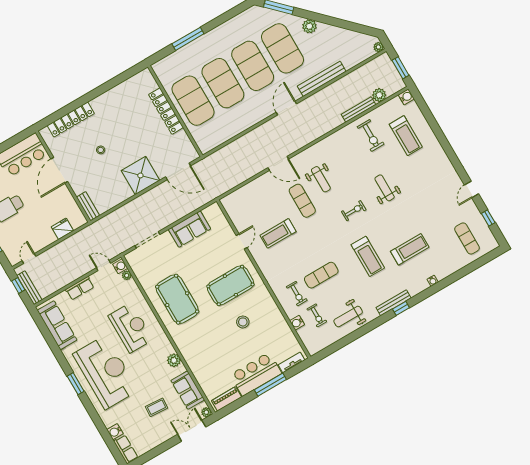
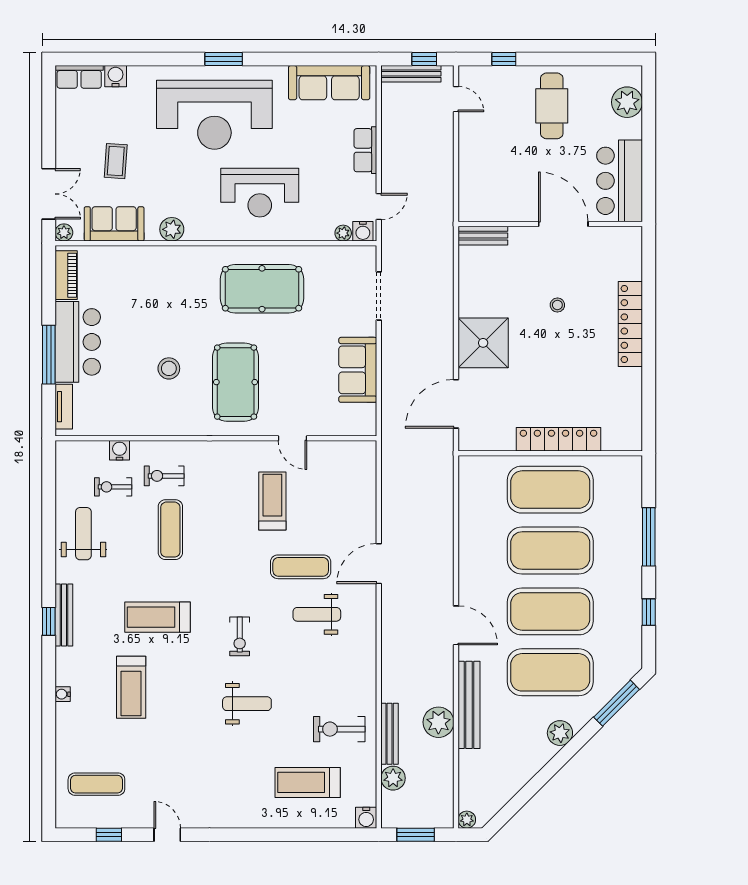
window: (225, 17) -> (649, 612), added
plant: (339, 89) -> (438, 722), added
locker: (71, 120) -> (630, 324), moved
fridge: (62, 229) -> (471, 177), removed

